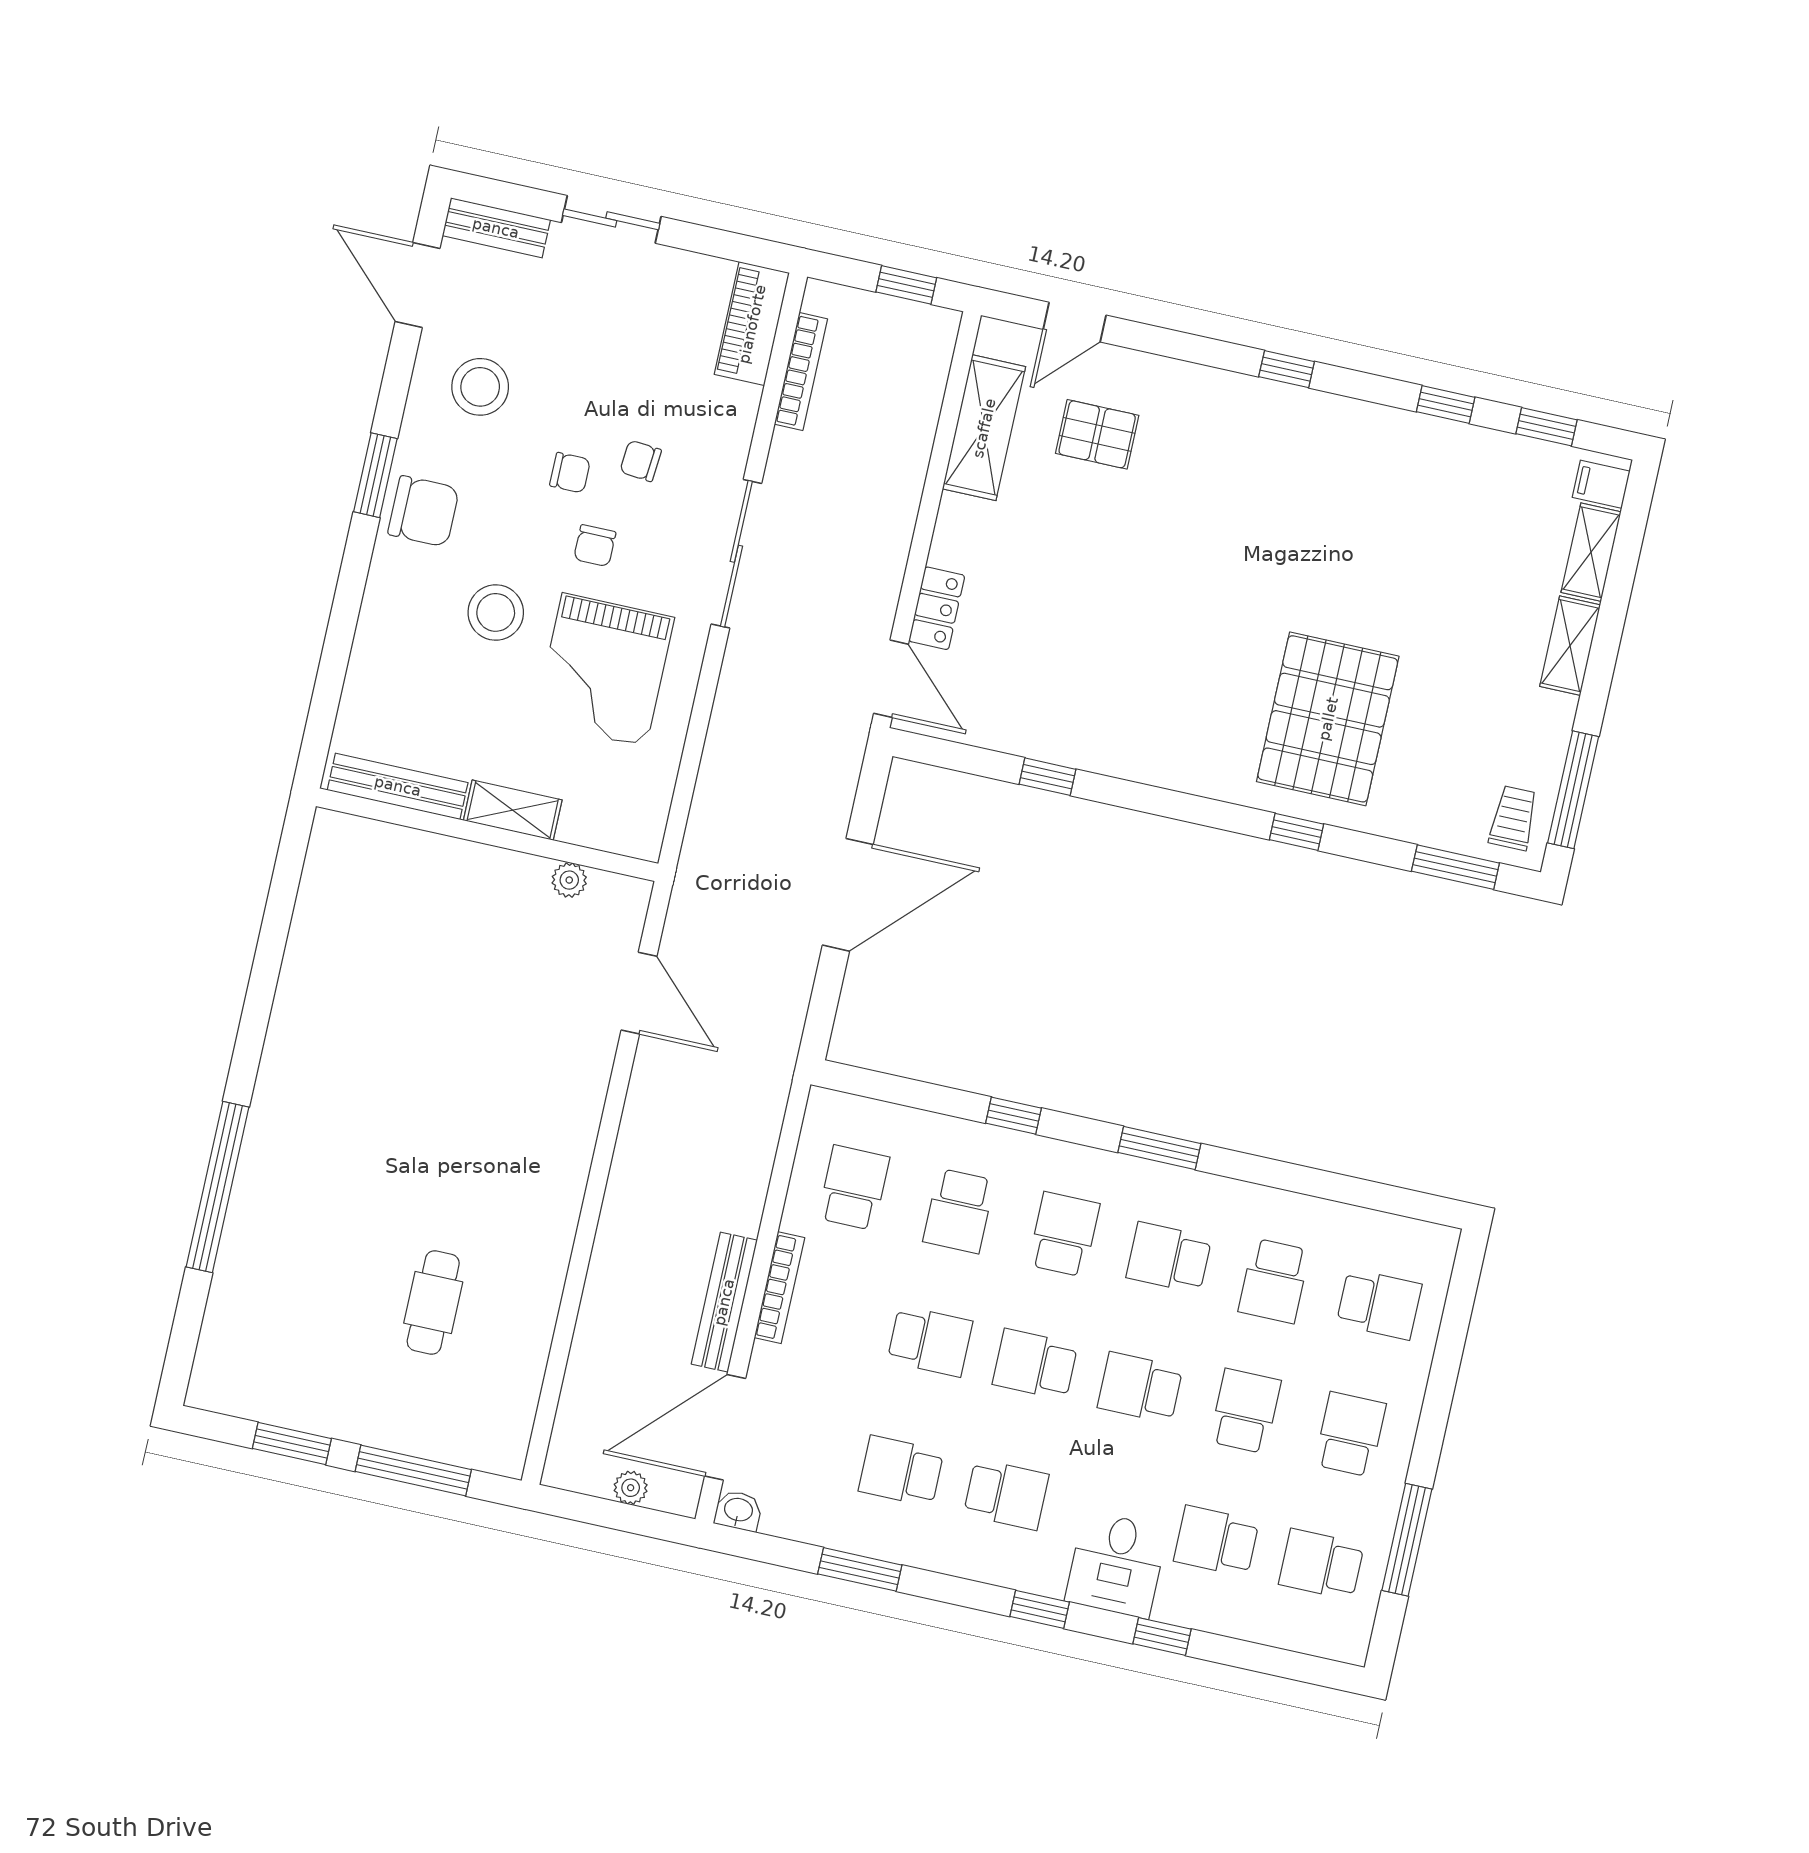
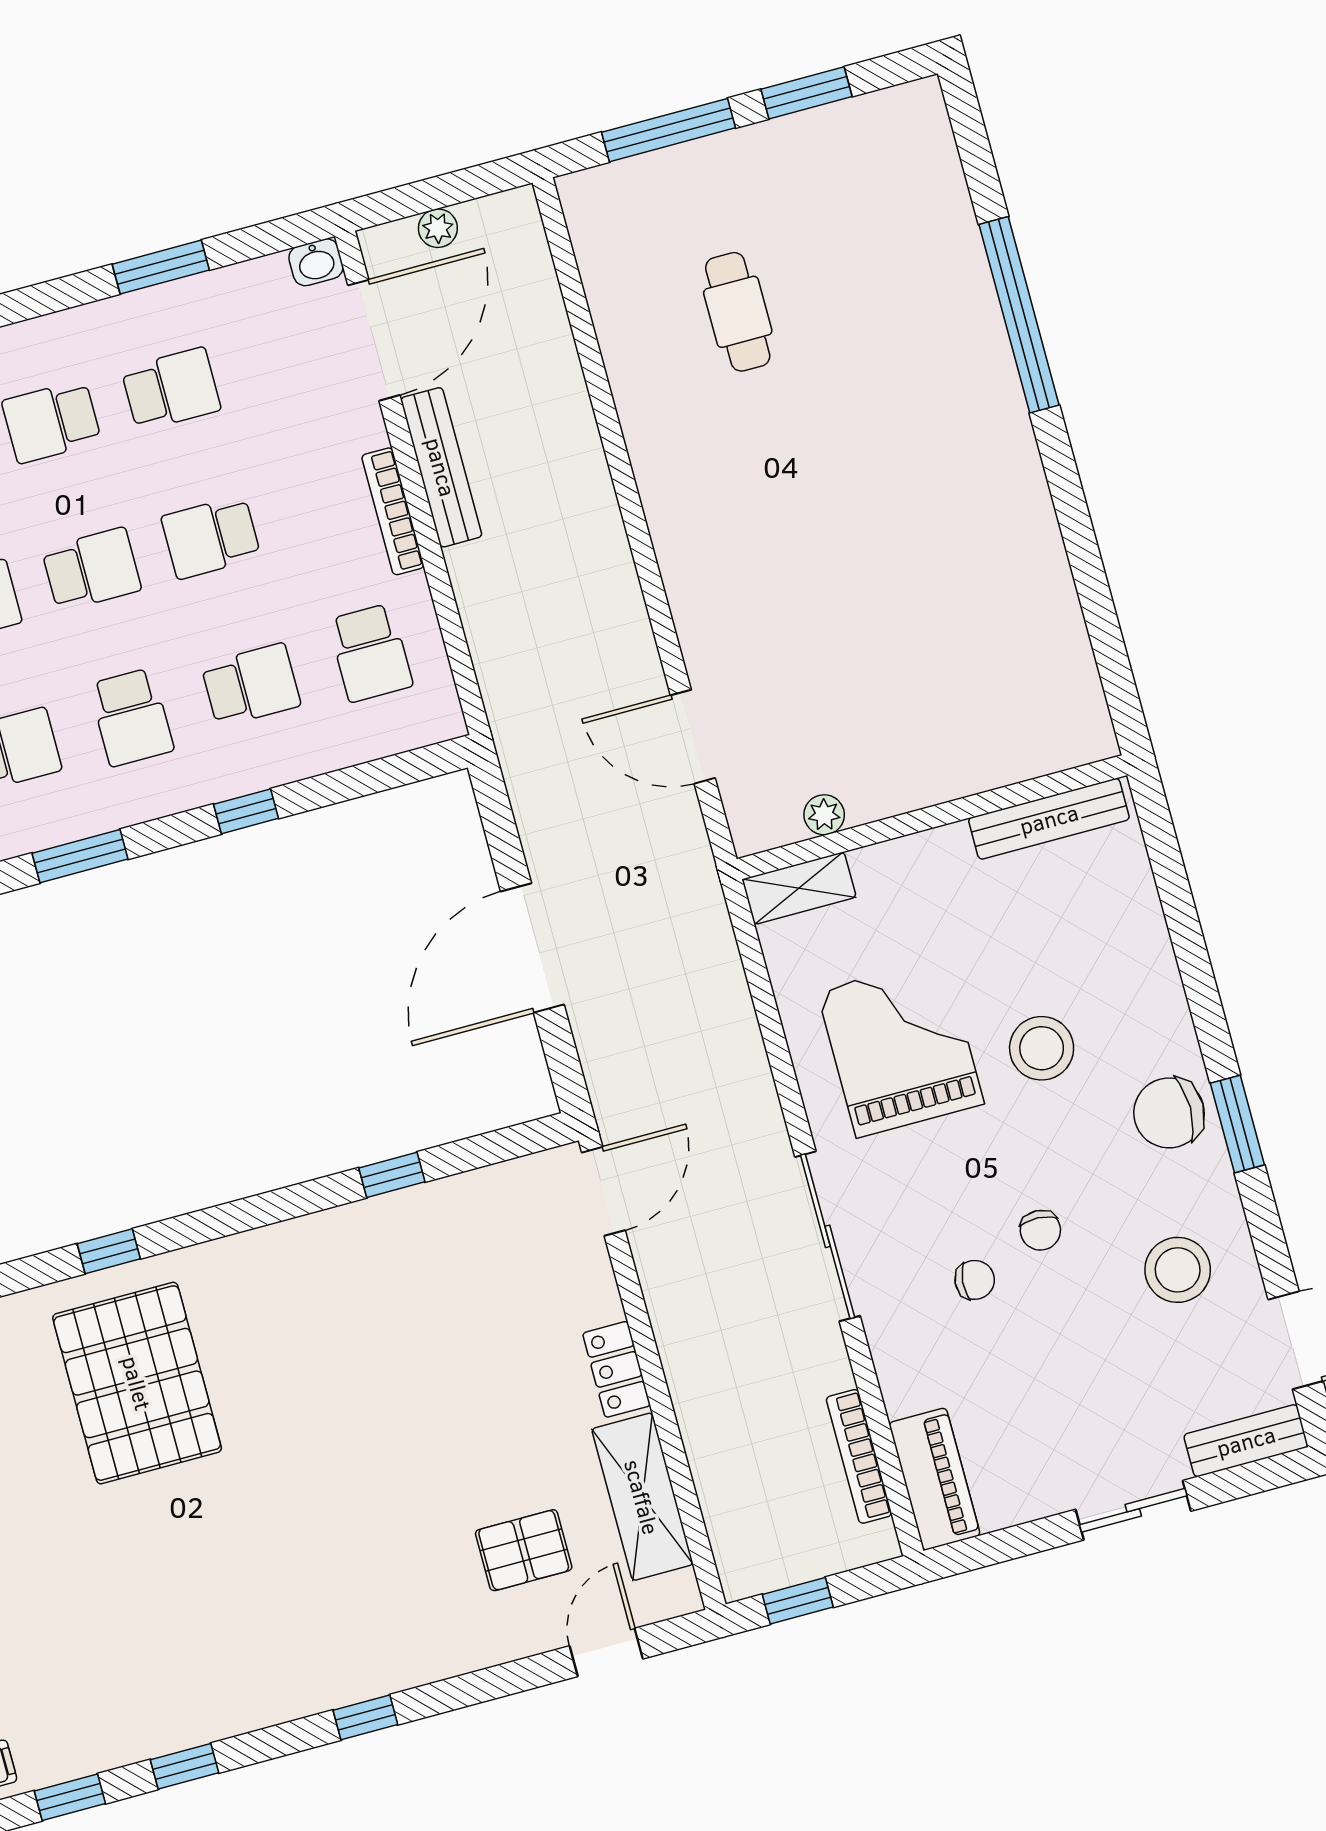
chair: (570, 473) -> (1040, 1230), turned -87
chair: (595, 546) -> (976, 1169), removed
locker: (937, 608) -> (617, 1369), moved
door: (891, 679) -> (603, 1191), swing flipped
shelving: (513, 810) -> (799, 888), moved
school desk: (959, 1211) -> (251, 685), turned 90

